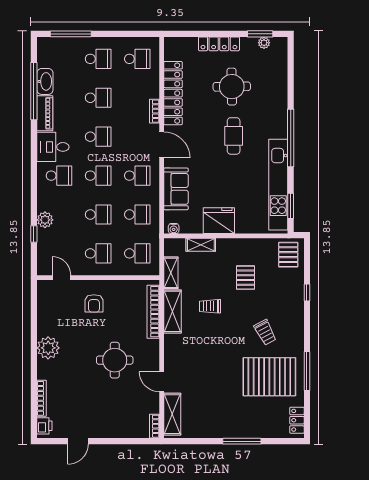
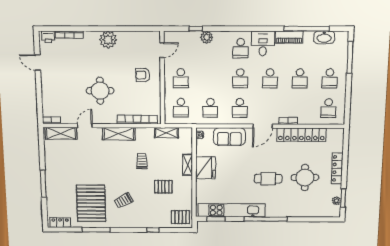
washbasin: (45, 81) -> (324, 37), moved
school desk: (98, 215) -> (210, 78), removed
shelving: (201, 245) -> (188, 165), moved
shelving: (172, 311) -> (119, 134), moved

